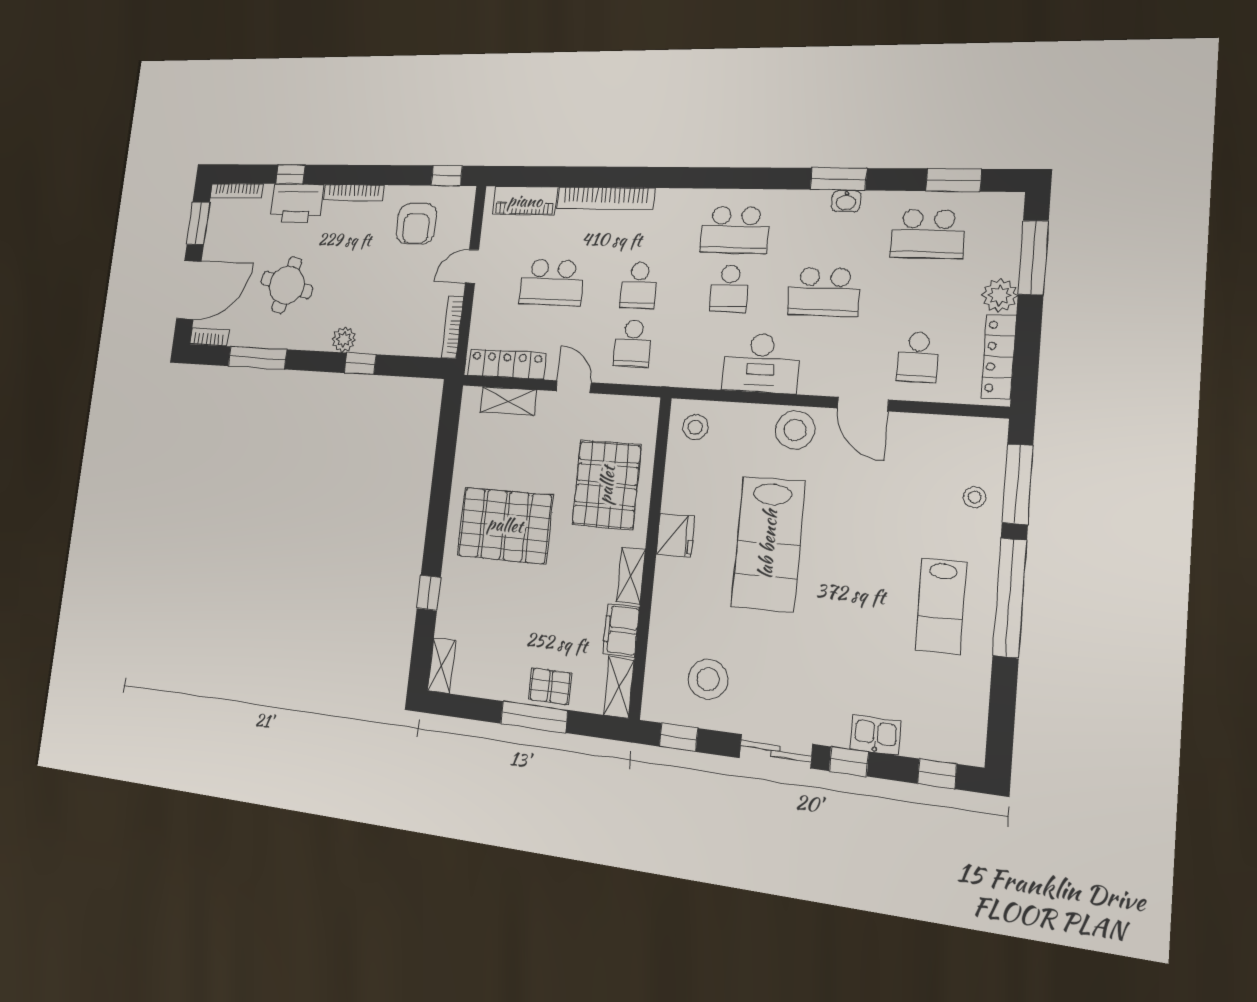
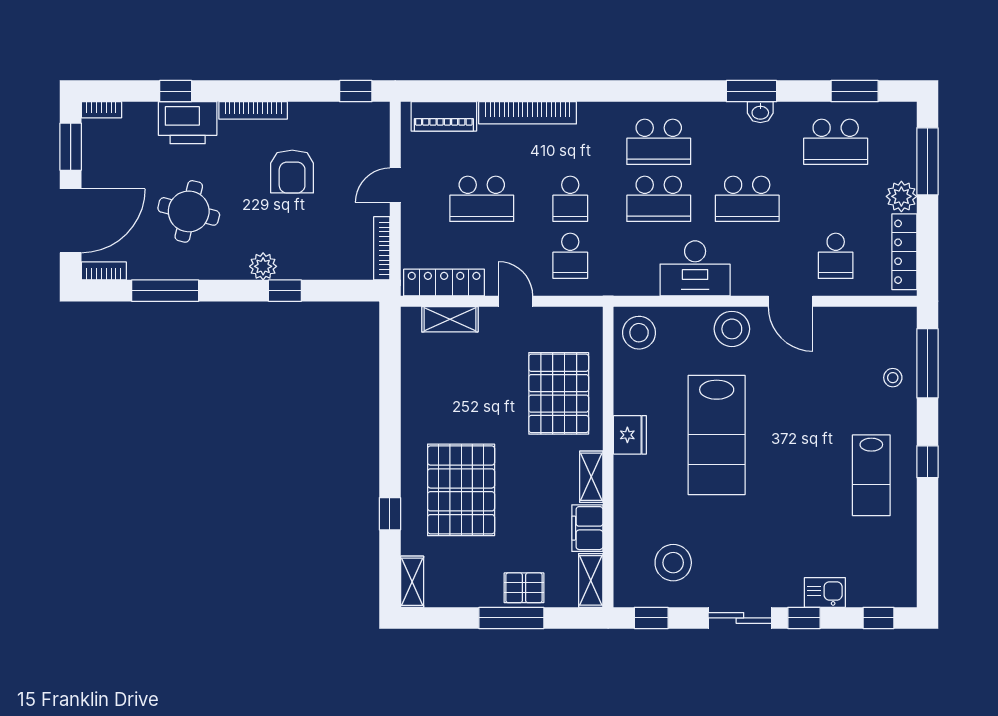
bookcase: (237, 191) -> (101, 110), width x0.64
armchair: (416, 224) -> (292, 172), moved
school desk: (729, 289) -> (659, 199), width x1.85
stool: (695, 427) -> (639, 333), width x1.38, depth x1.38
pallet: (505, 525) -> (461, 490), moved, turned 90
window: (1010, 598) -> (927, 462), width x0.32

